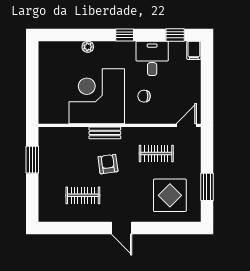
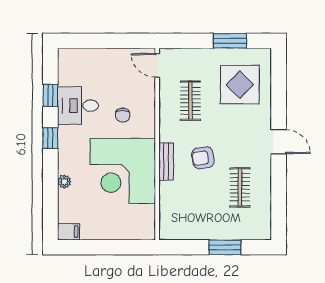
window: (175, 35) -> (50, 95), moved
filing cabinet: (194, 50) -> (68, 232), moved
window: (32, 160) -> (225, 247), moved
door: (122, 228) -> (279, 142), hinge flipped

